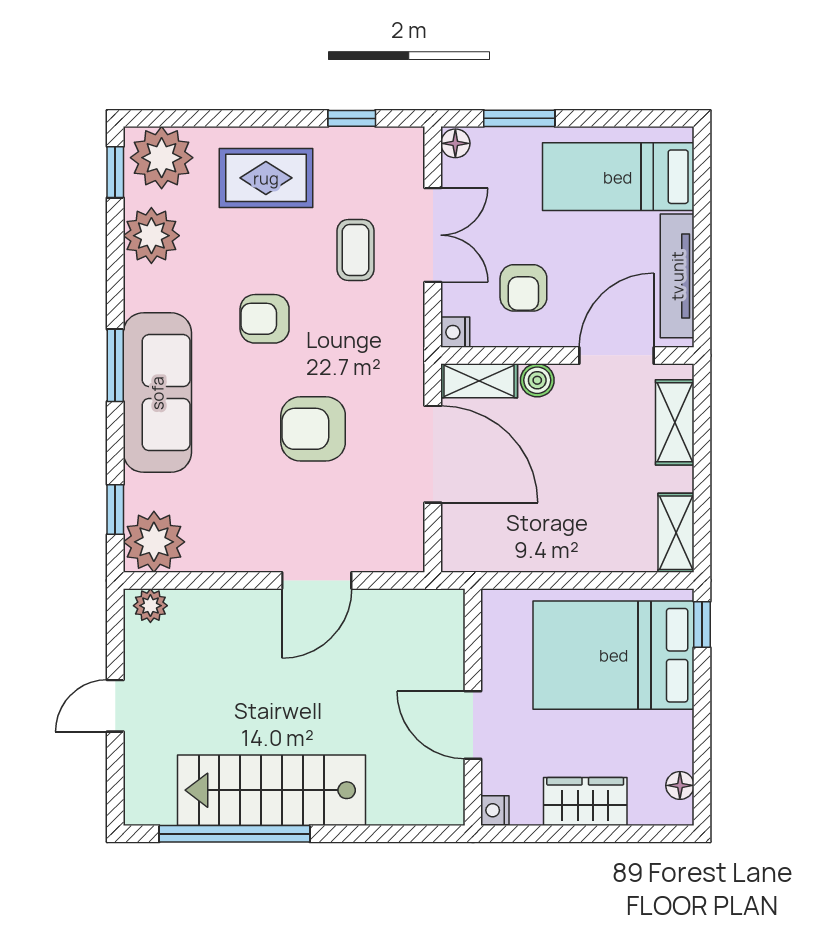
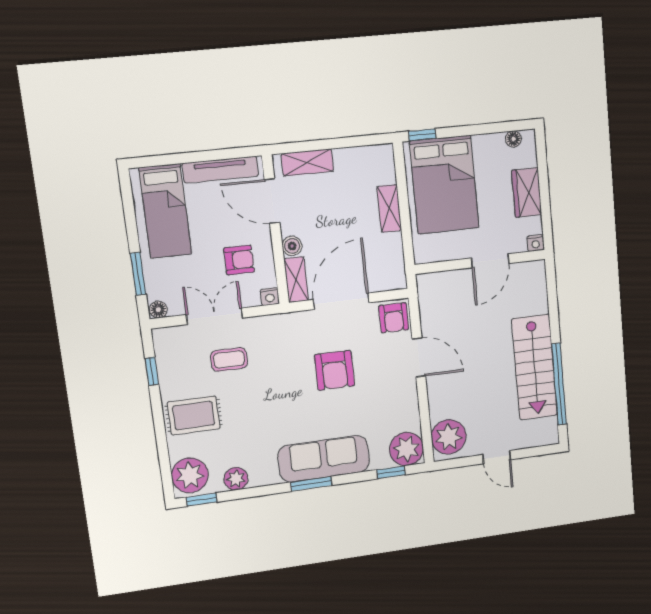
rug: (266, 178) -> (194, 416), turned 90
plant: (151, 236) -> (236, 479), width x0.73, depth x0.73
armchair: (265, 319) -> (394, 318), moved
shelving: (676, 533) -> (389, 209), moved, turned 90
plant: (150, 606) -> (449, 437), width x1.88, depth x1.88

